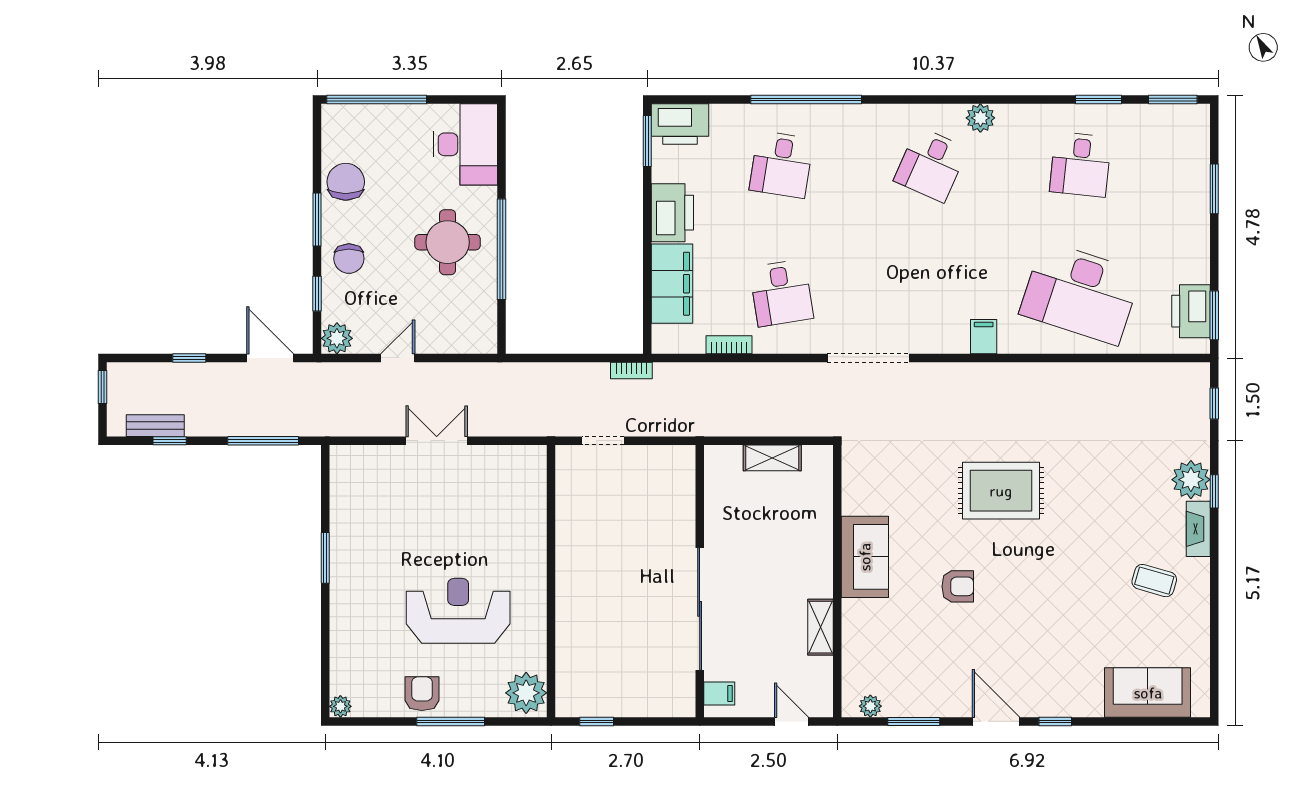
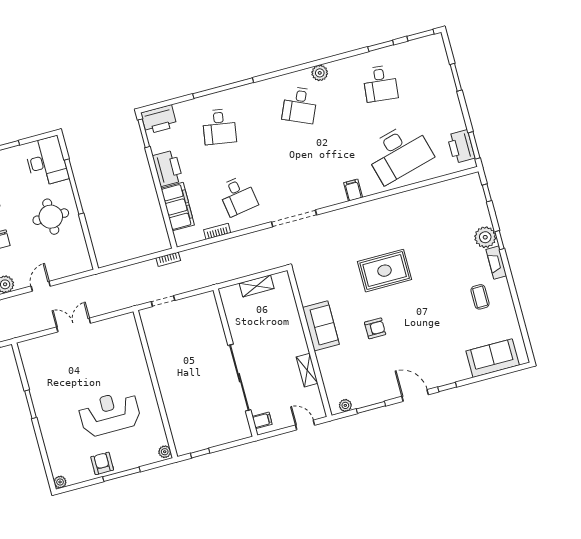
window: (501, 249) -> (74, 187), moved
desk: (1080, 293) -> (399, 153), turned -33
coffee table: (1154, 581) -> (480, 297), turned 74
plant: (526, 693) -> (165, 452), width x0.53, depth x0.53

